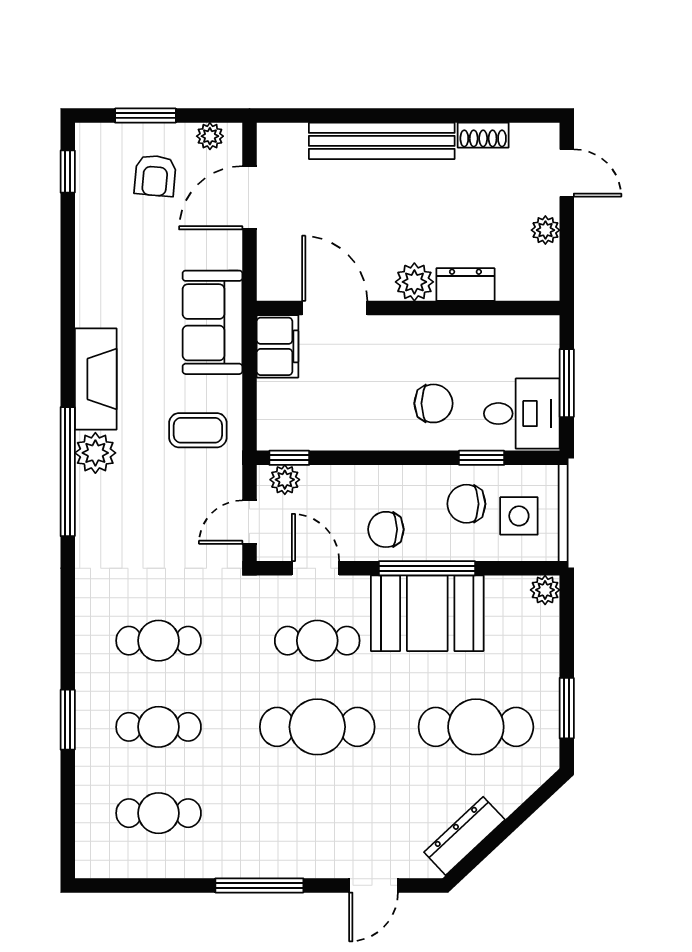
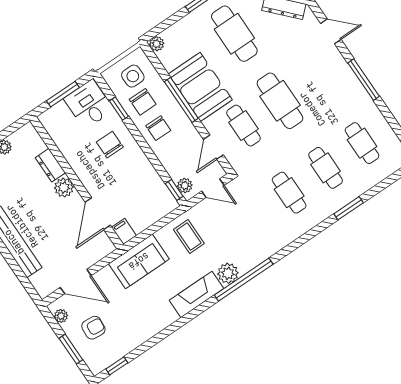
filing cabinet: (277, 346) -> (124, 231), width x0.50
chair: (386, 529) -> (158, 128), moved

